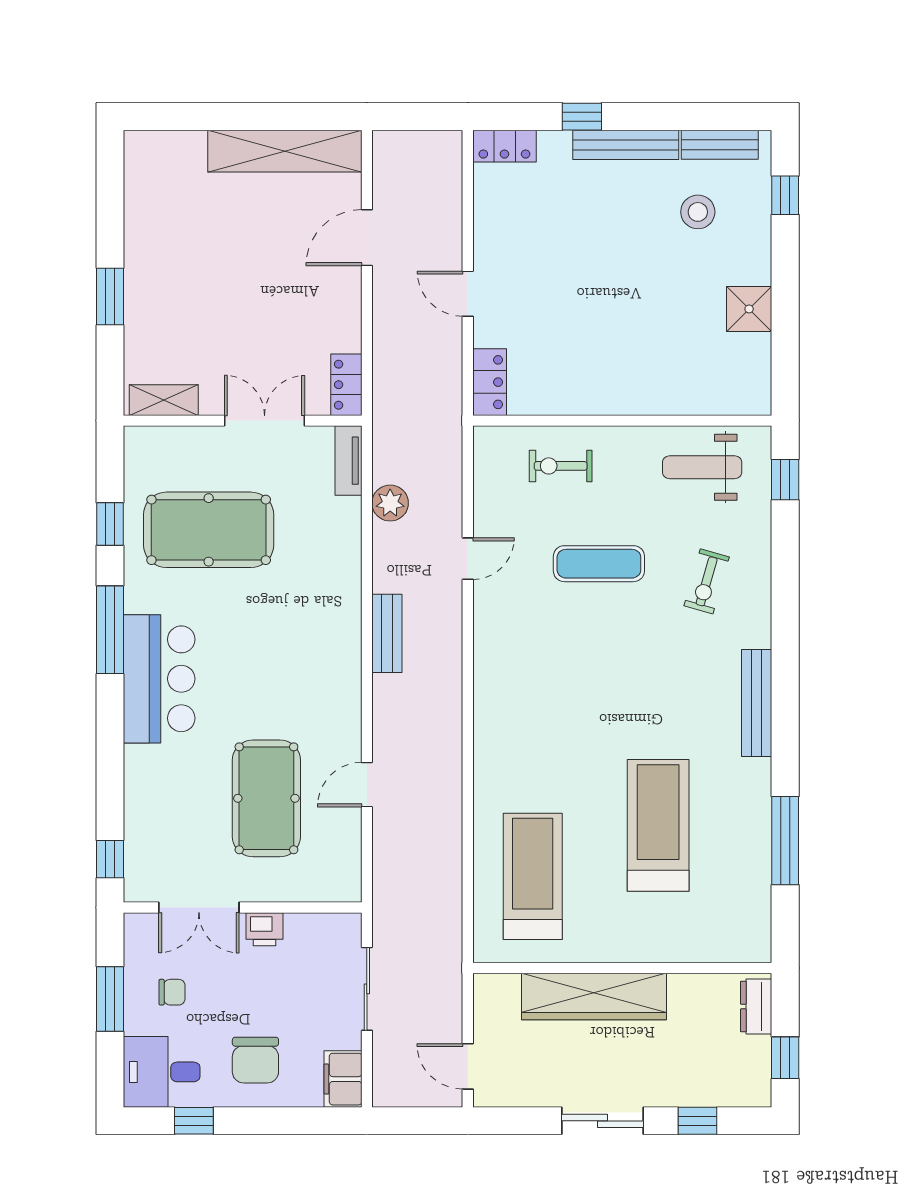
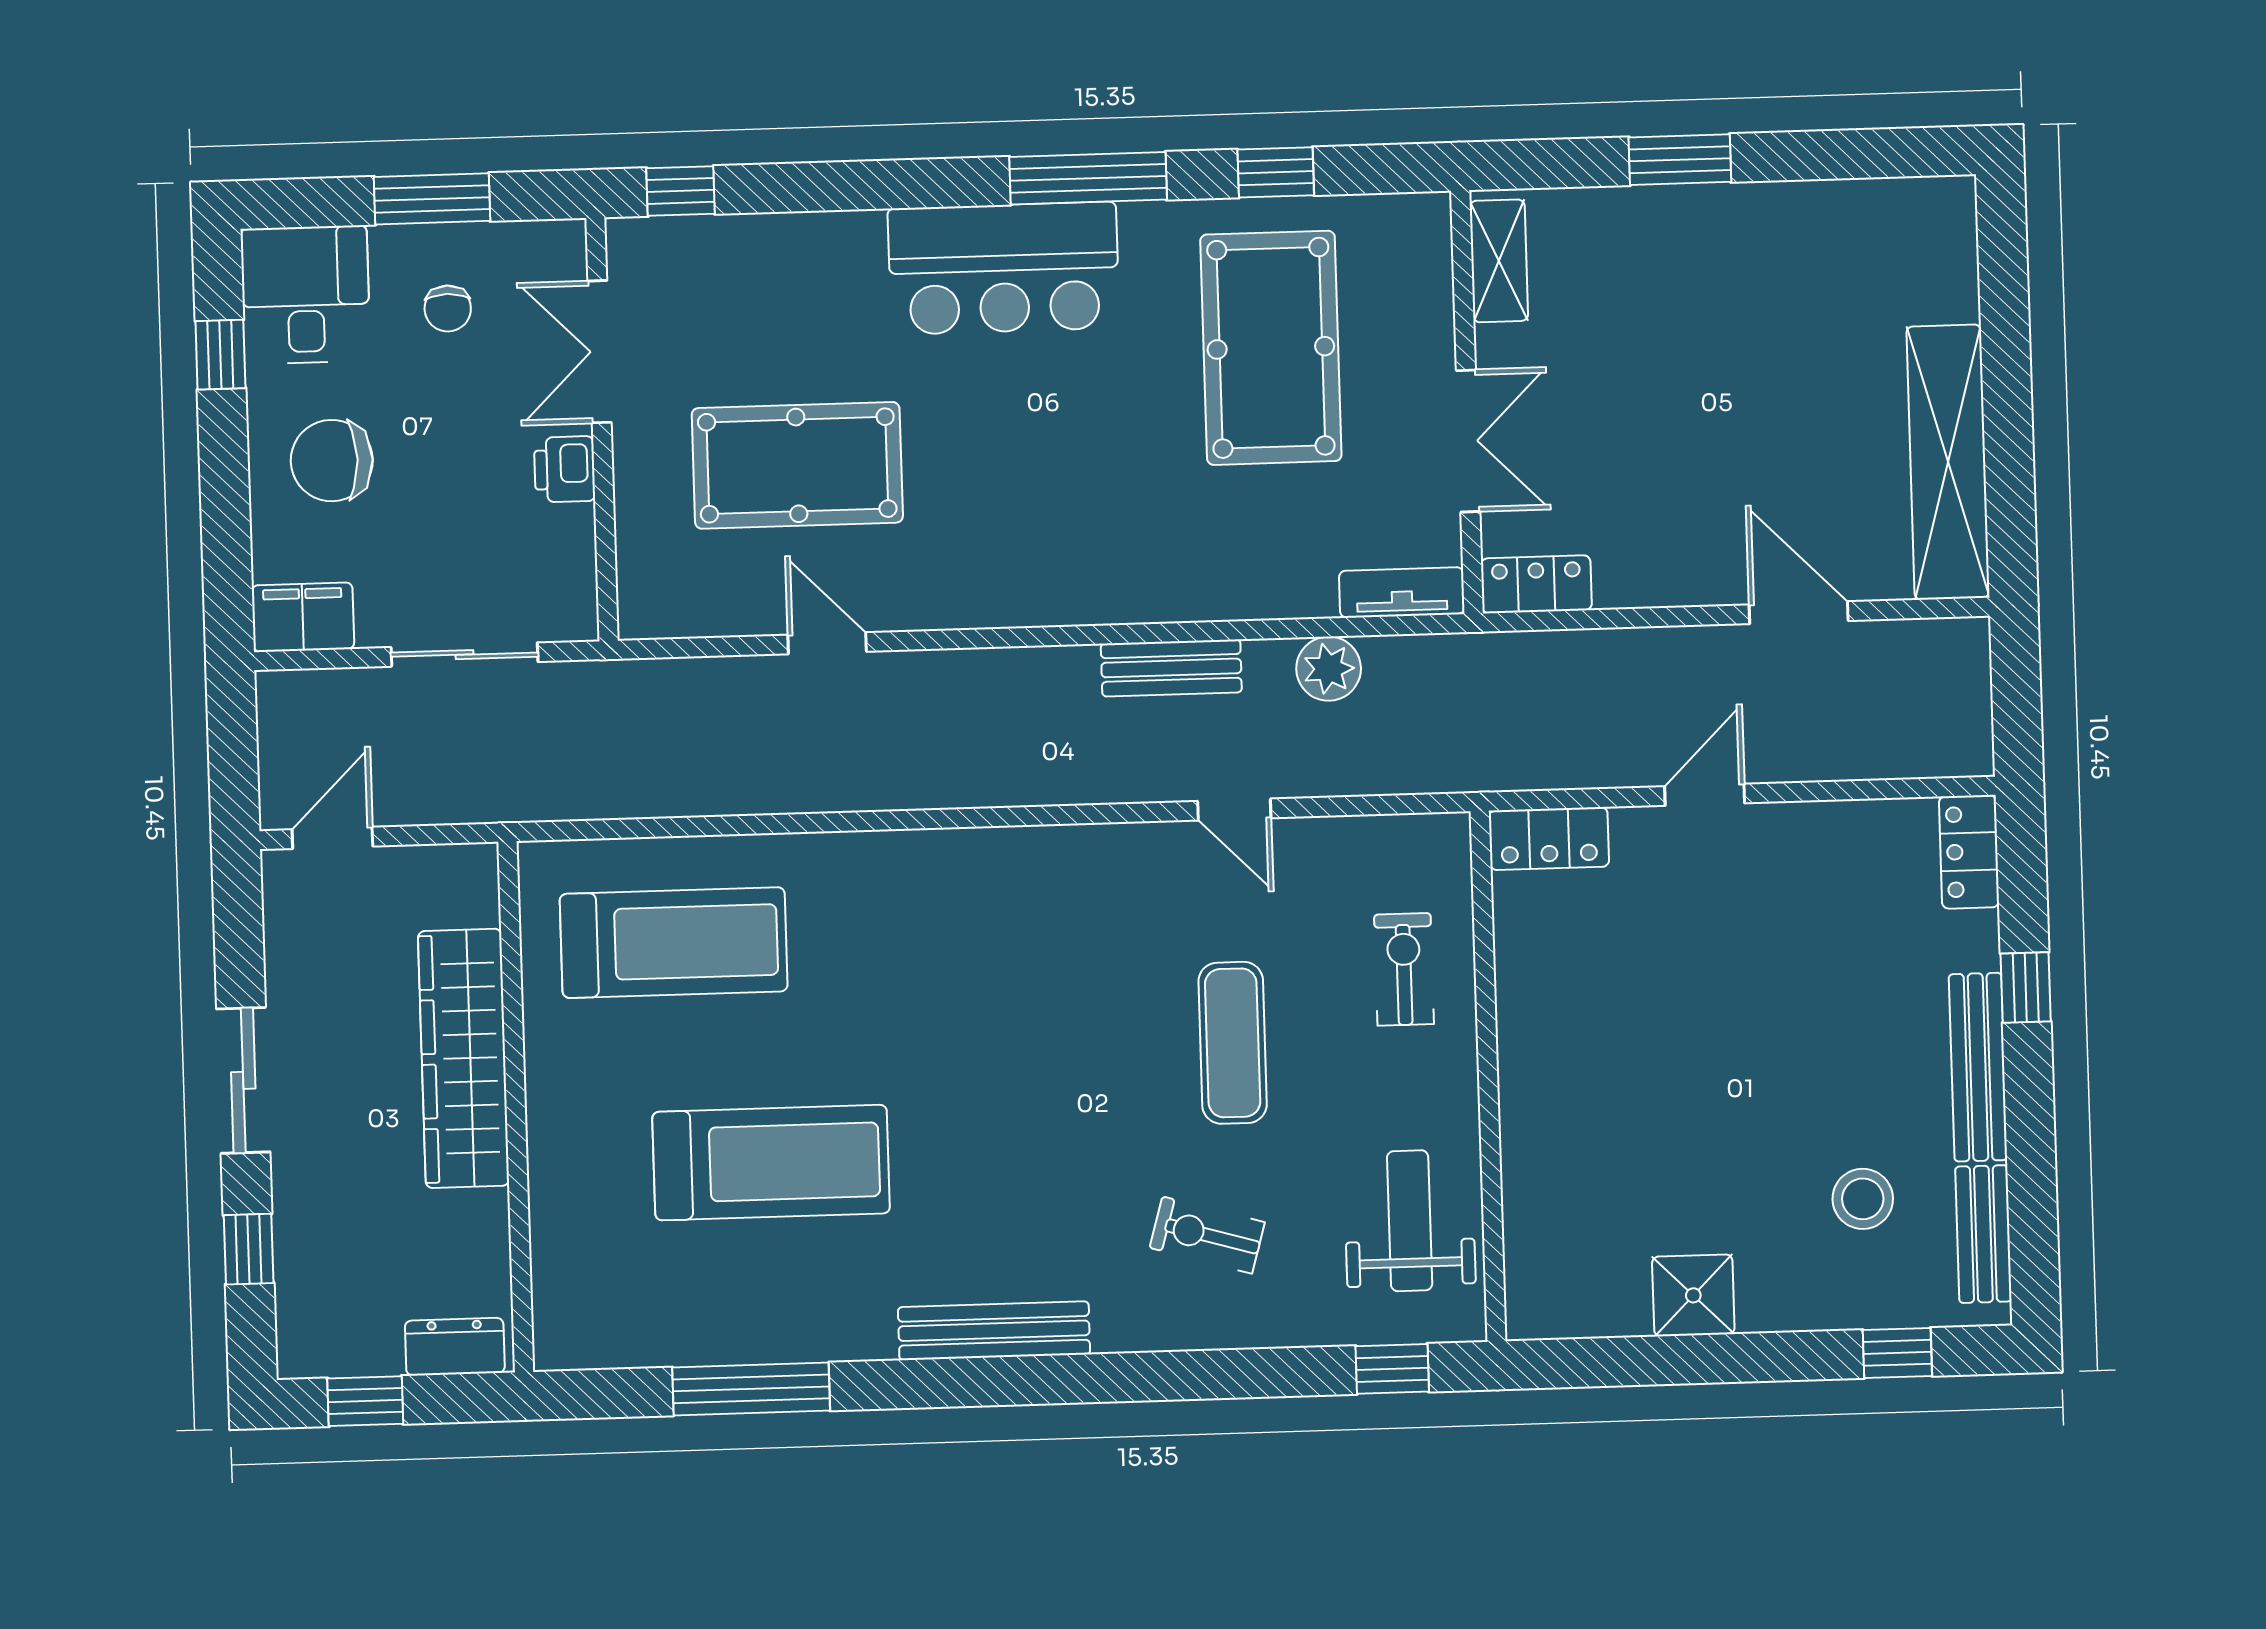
bench: (387, 633) -> (1171, 668), moved

